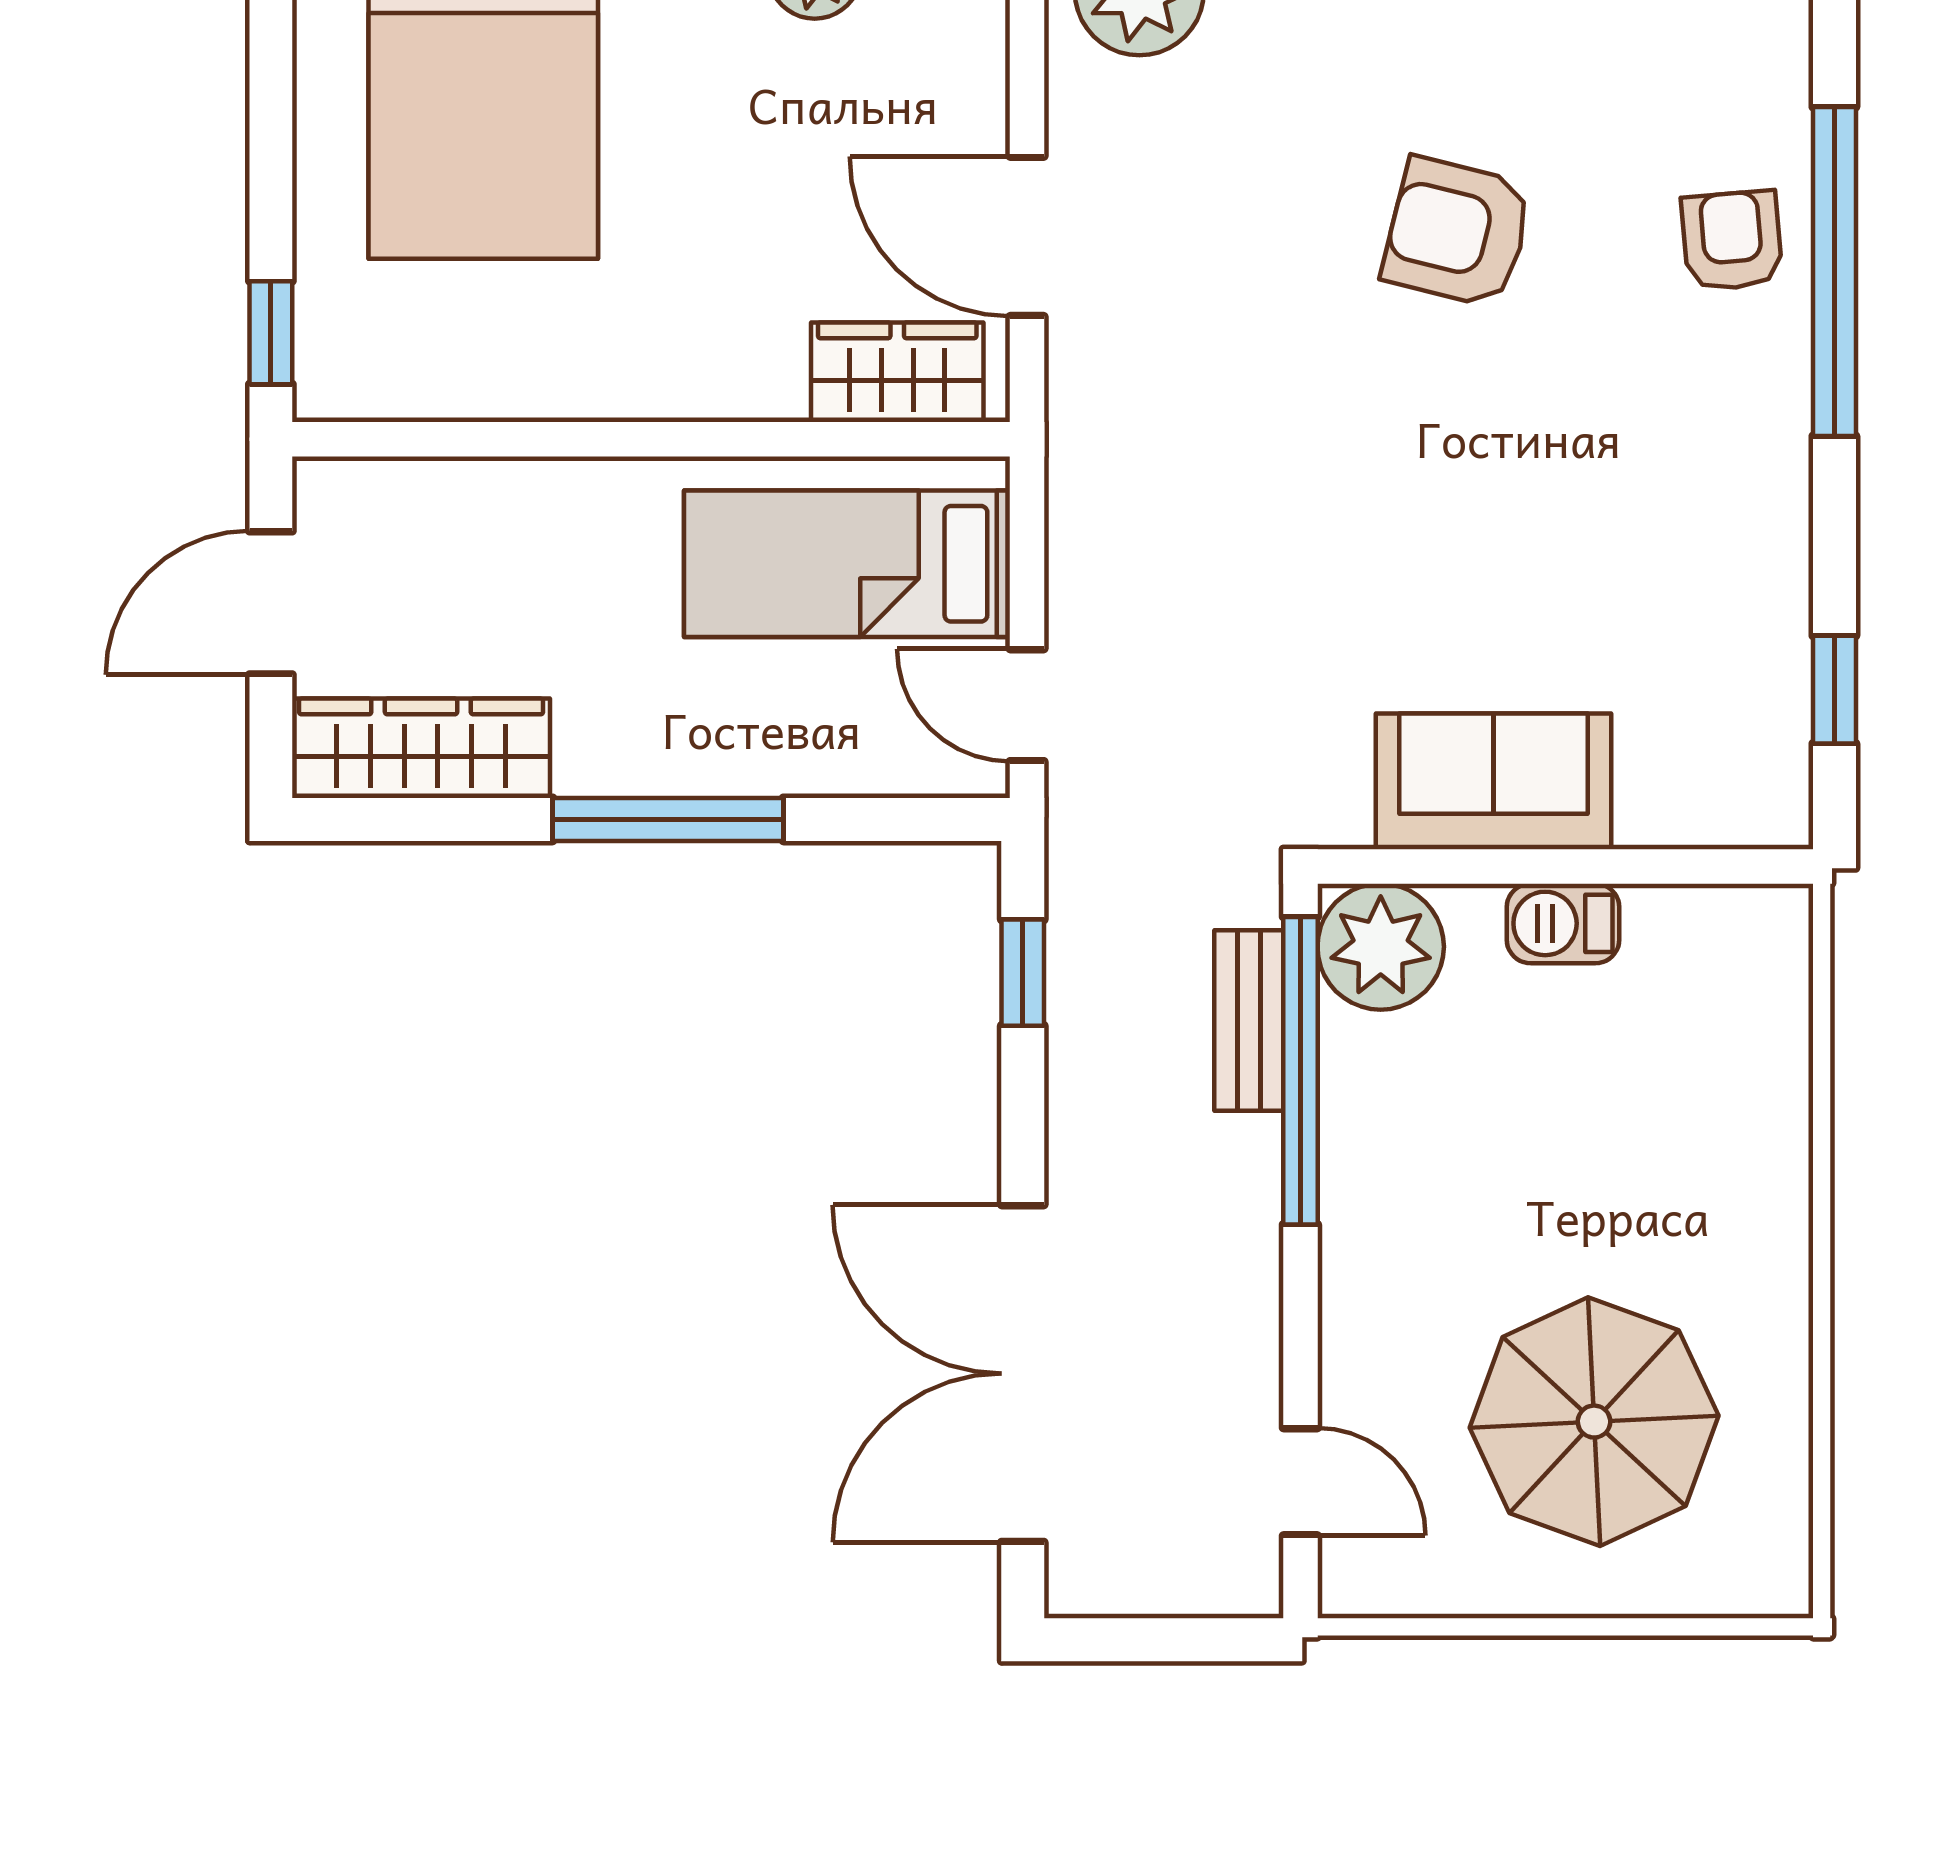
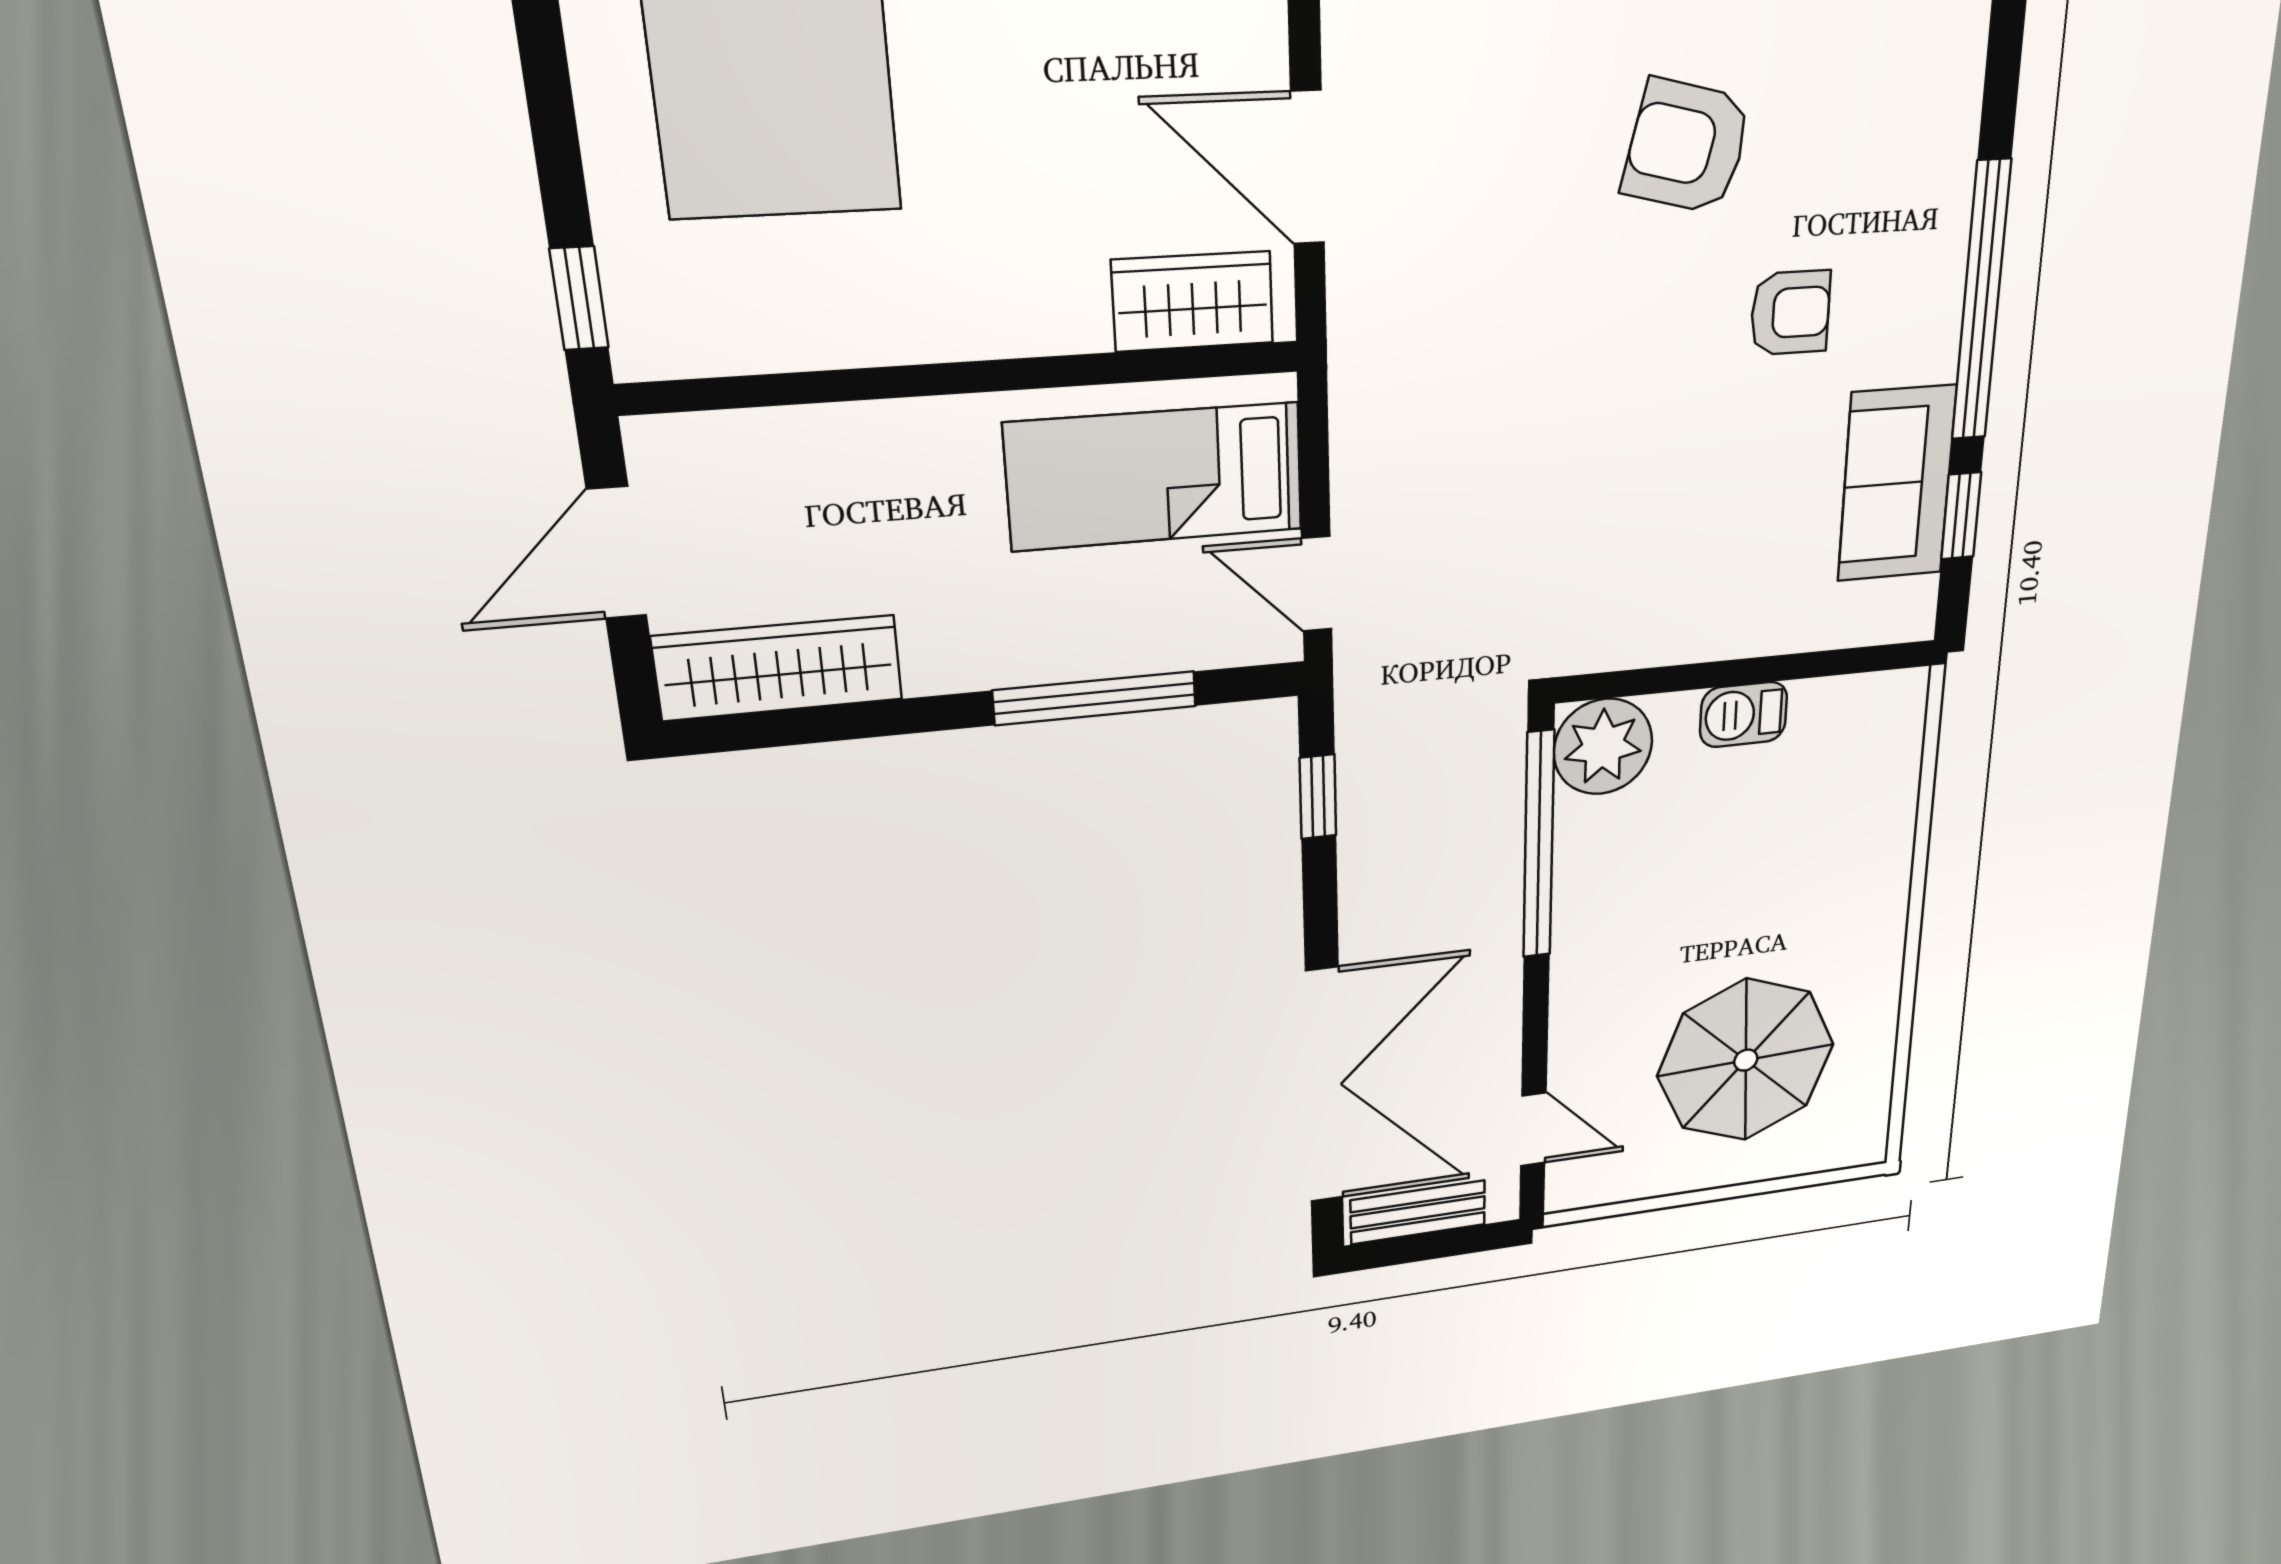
armchair: (1732, 241) -> (1790, 313), moved, turned 95
window: (1834, 272) -> (1981, 302), moved
sofa: (1493, 781) -> (1897, 484), moved, turned -90
window: (668, 819) -> (1095, 698), moved
bench: (1249, 1020) -> (1418, 1212), moved, turned 90
double door: (1023, 1374) -> (1324, 1086), swing flipped

